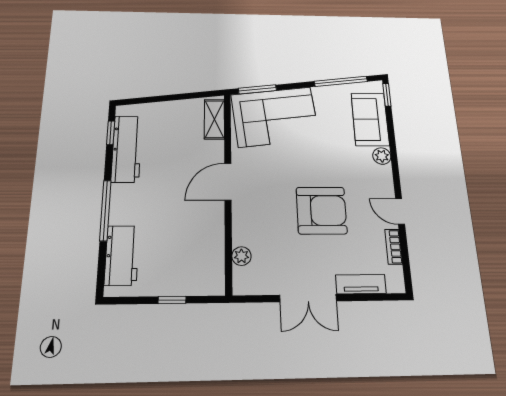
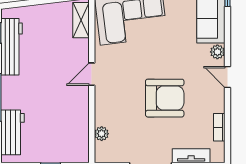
door: (228, 182) -> (92, 74), width x0.73
door: (400, 211) -> (227, 77), moved

